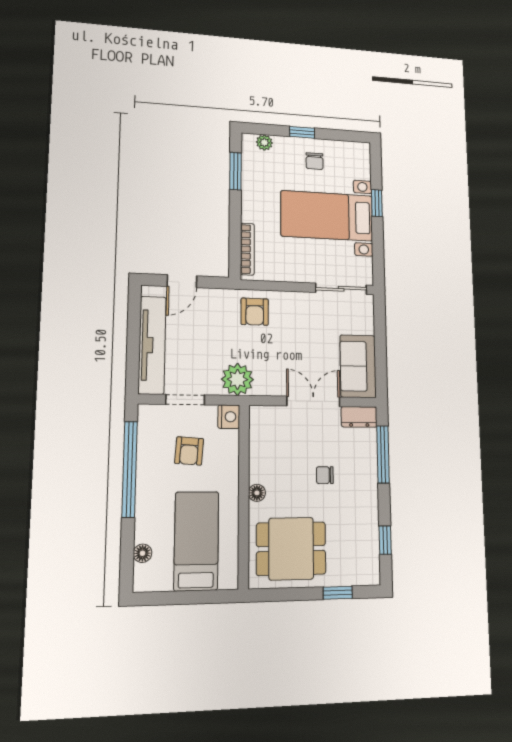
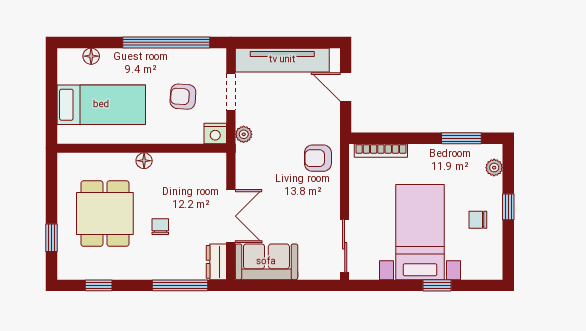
plant: (237, 379) -> (244, 134), width x0.53, depth x0.53
dining table: (291, 549) -> (105, 214), moved

